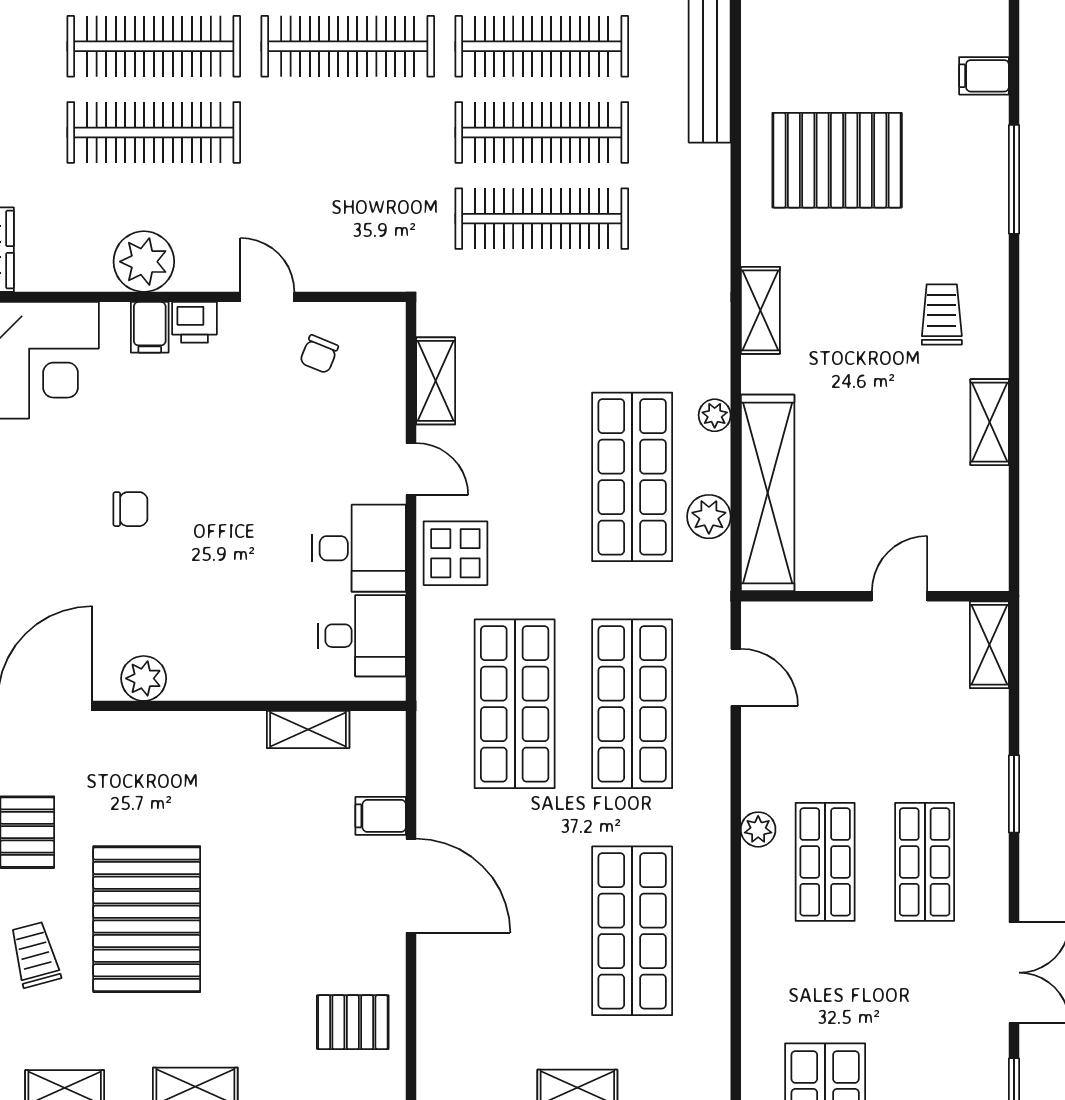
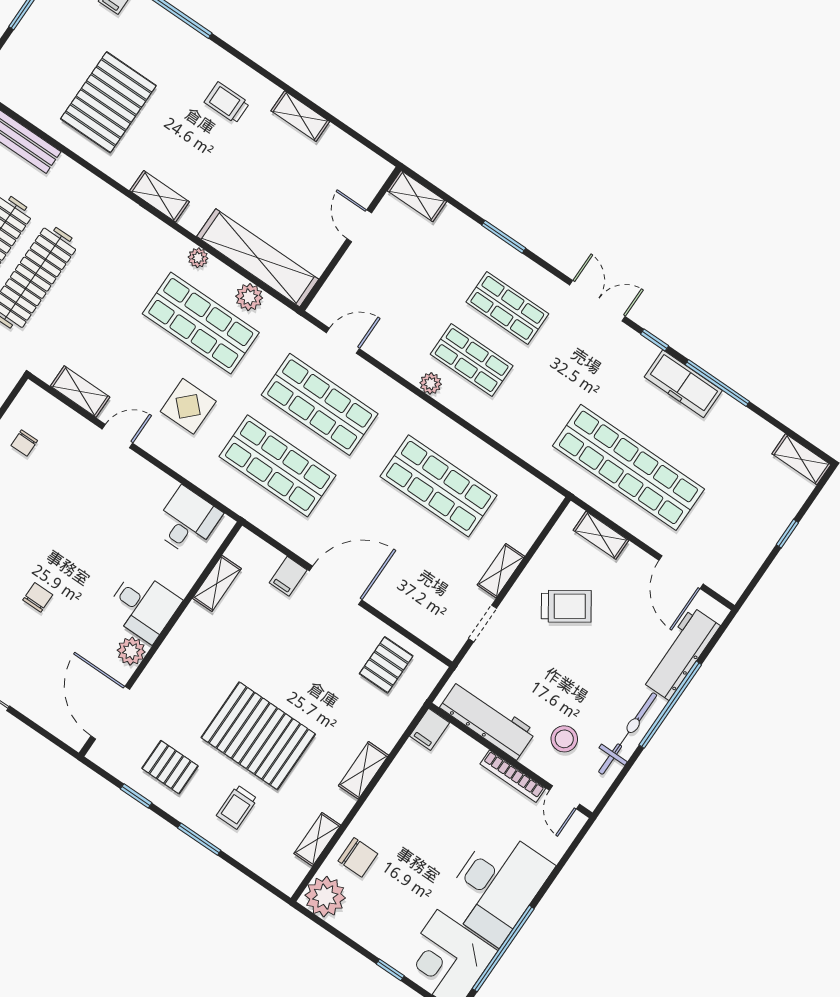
chair: (319, 354) -> (24, 443), turned 68
desk: (359, 548) -> (143, 606), moved, turned 90
display table: (455, 553) -> (188, 406), moved
trolley: (35, 955) -> (237, 807), turned -75

